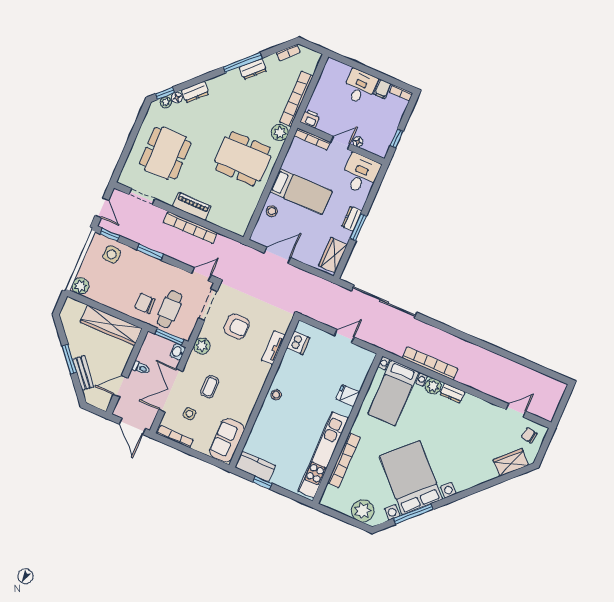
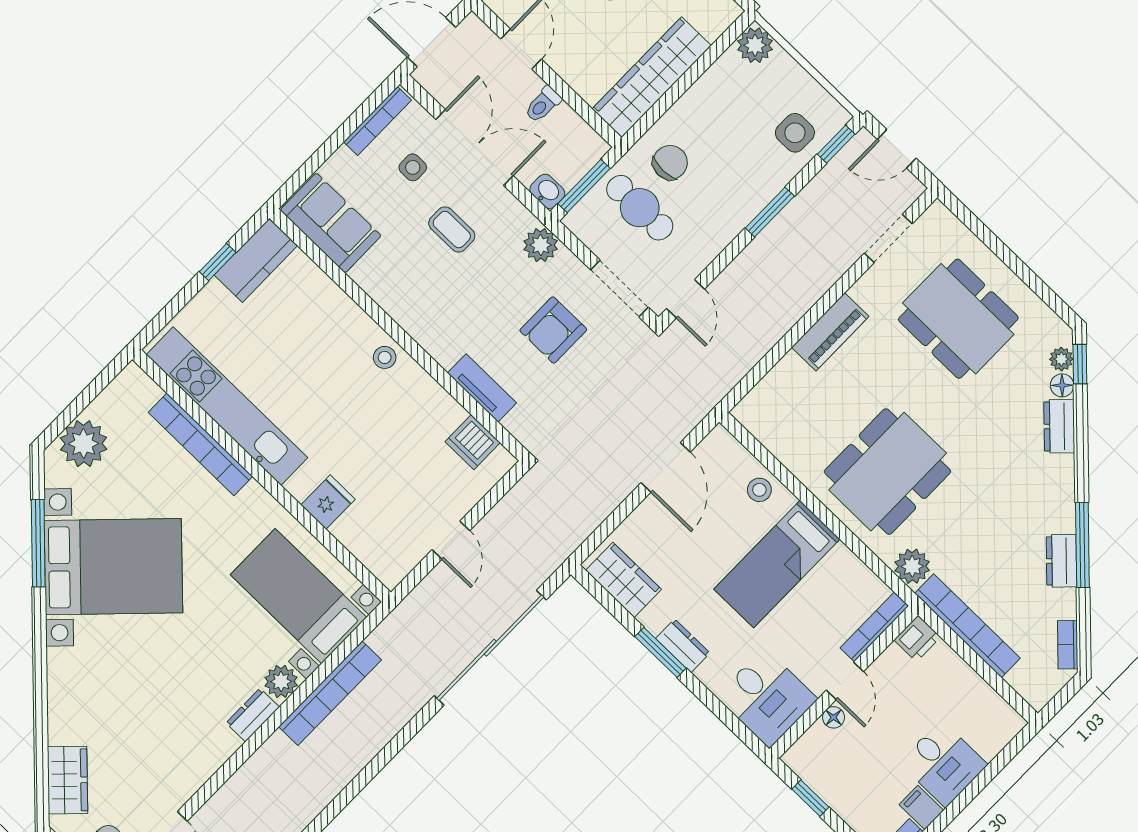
bookcase: (190, 228) -> (789, 312), removed

